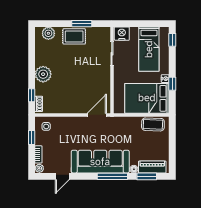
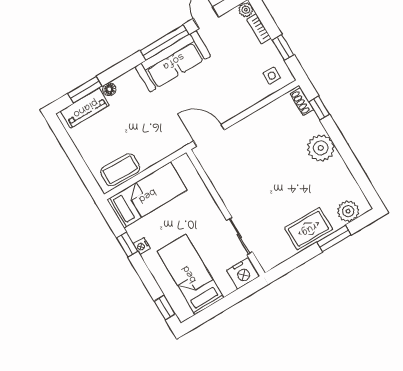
window: (82, 24) -> (334, 239), moved
bed: (147, 98) -> (147, 195), width x0.67
door: (97, 115) -> (209, 135), swing flipped
sofa: (100, 162) -> (173, 61), width x0.74, depth x0.79
window: (112, 176) -> (164, 42), moved

